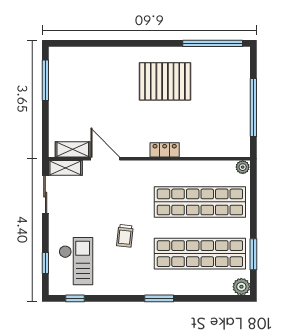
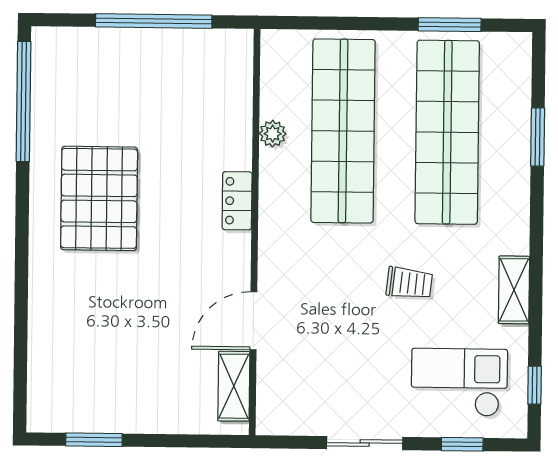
window: (45, 80) -> (94, 440), width x0.69
plant: (243, 167) -> (273, 134), moved
shelving: (65, 168) -> (514, 290), moved
sliding door: (45, 195) -> (365, 443), moved
plant: (241, 287) -> (515, 49), removed
window: (159, 298) -> (538, 137), moved

